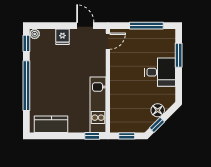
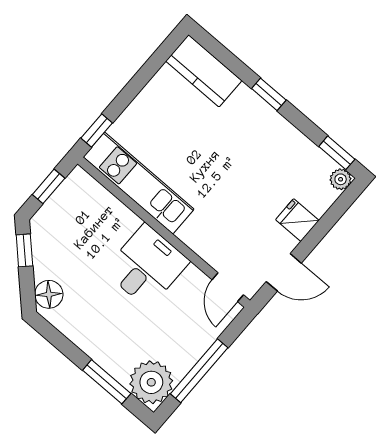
plant: (165, 39) -> (151, 382), added
desk: (160, 72) -> (147, 266), moved, turned 180
window: (26, 86) -> (269, 94), width x0.32
floor lamp: (158, 110) -> (49, 294), moved
kitchen counter: (51, 124) -> (204, 71), moved, turned 90

